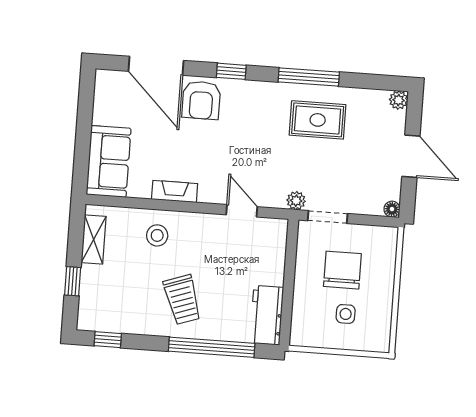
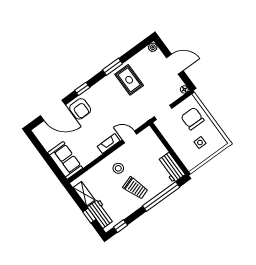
window: (309, 77) -> (113, 67), width x0.69
rug: (318, 120) -> (129, 80), turned 90
fireplace: (175, 191) -> (109, 144), moved
plant: (296, 201) -> (146, 116), removed
stool: (157, 235) -> (118, 168), moved
chair: (342, 270) -> (193, 119), moved
workbench: (93, 293) -> (101, 214), added

